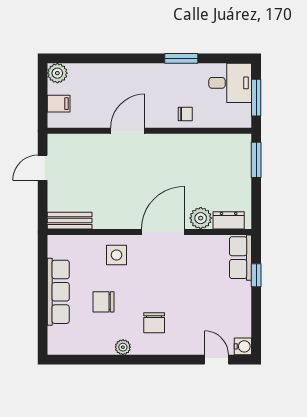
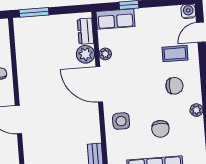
plant: (199, 242) -> (105, 54), added
coffee table: (193, 326) -> (175, 54), added

